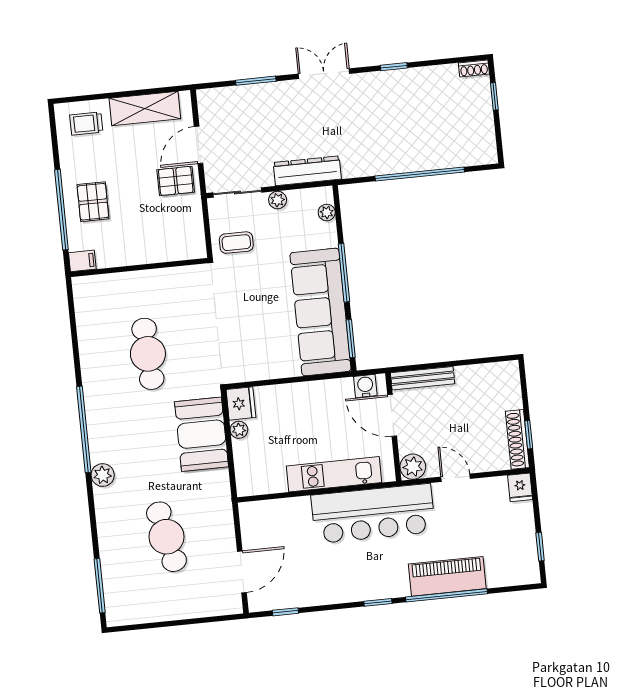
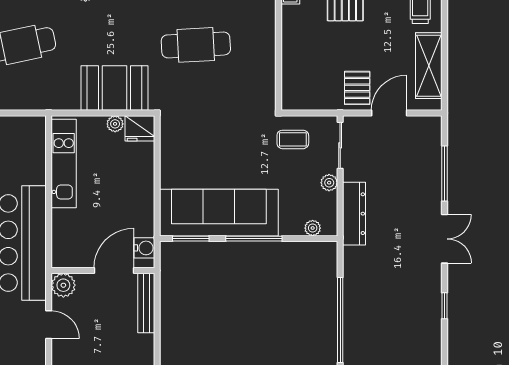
window: (256, 81) -> (444, 174), width x1.44
door: (199, 145) -> (389, 113), hinge flipped
coffee table: (236, 243) -> (293, 139), turned 90
kitchen unit: (334, 474) -> (64, 164), moved
door: (456, 478) -> (49, 325), hinge flipped

